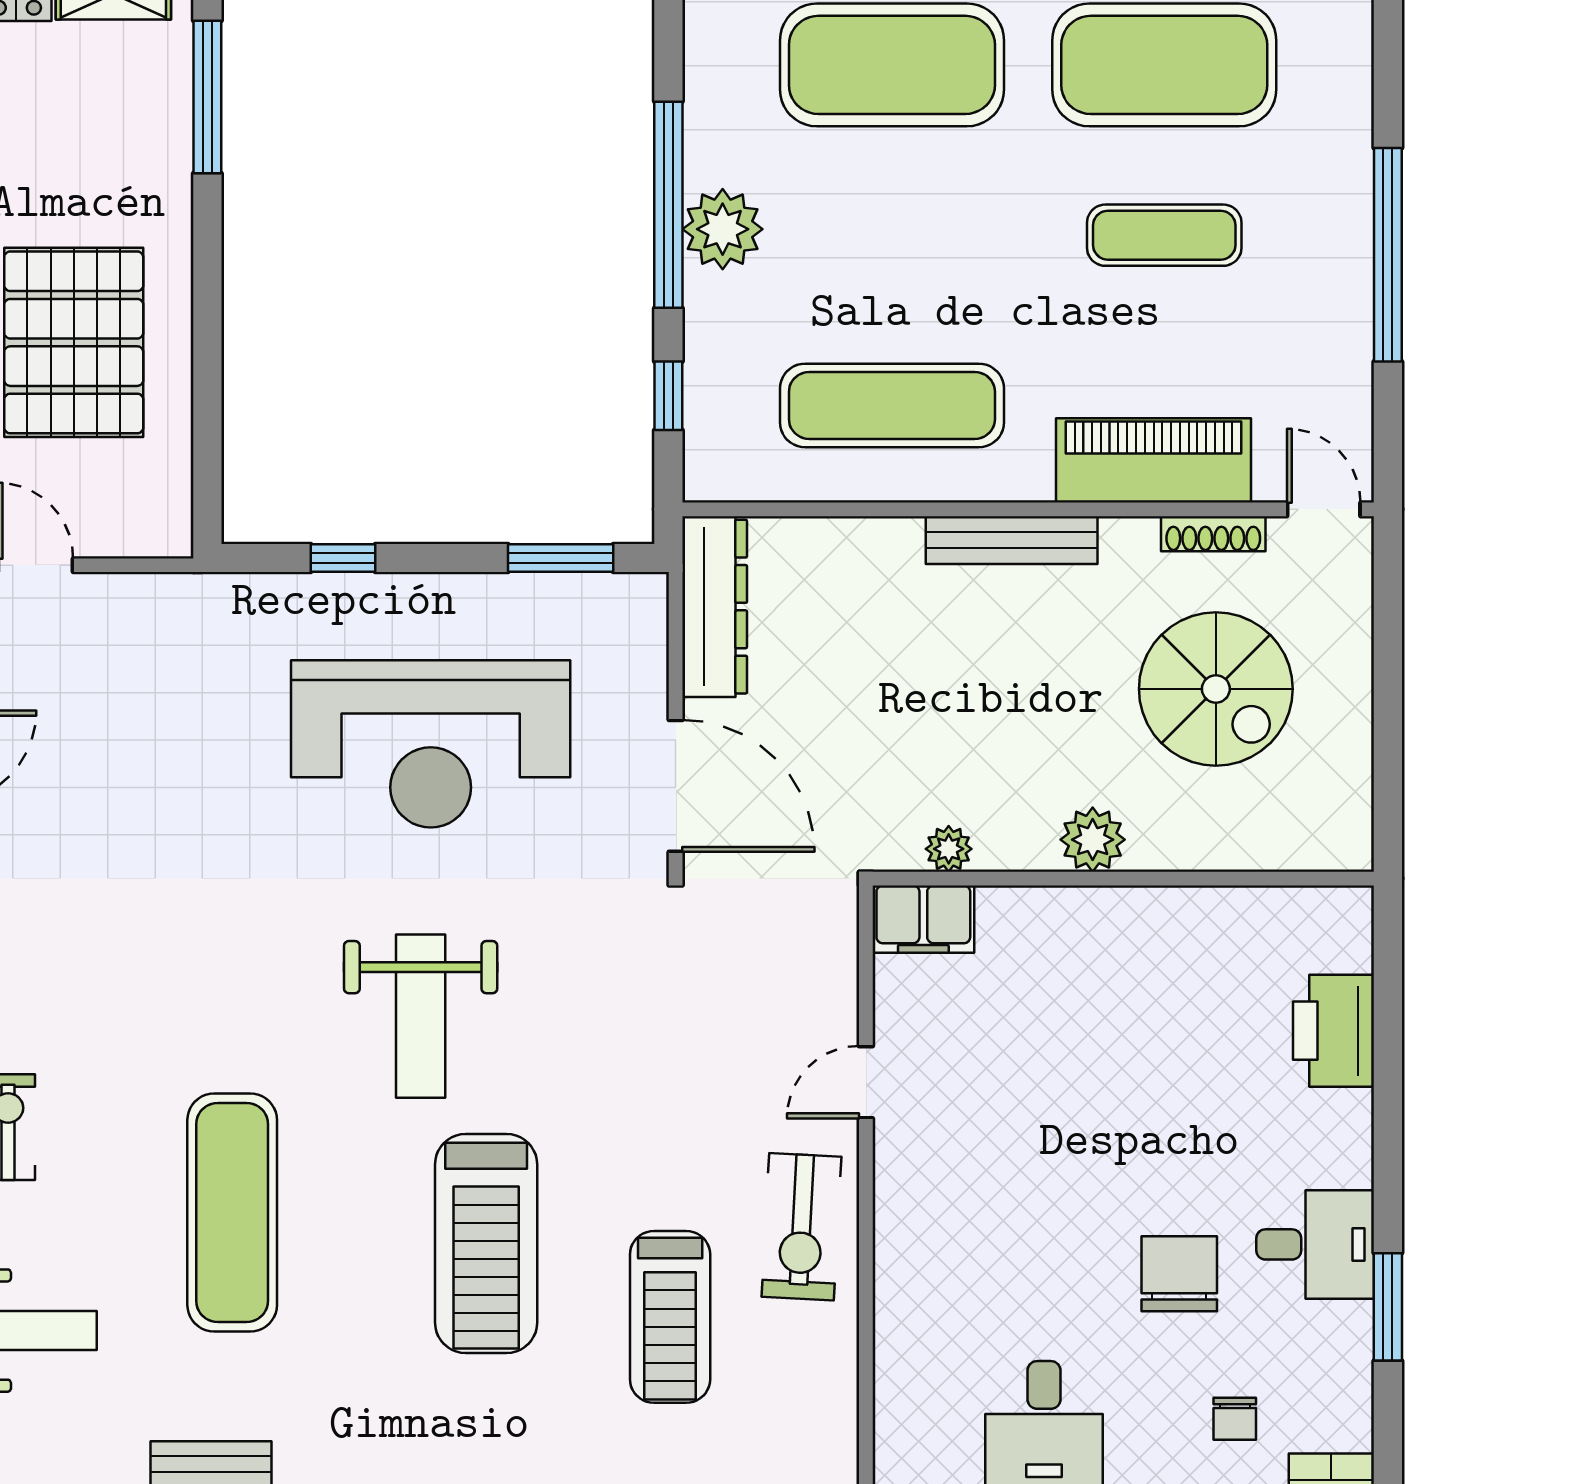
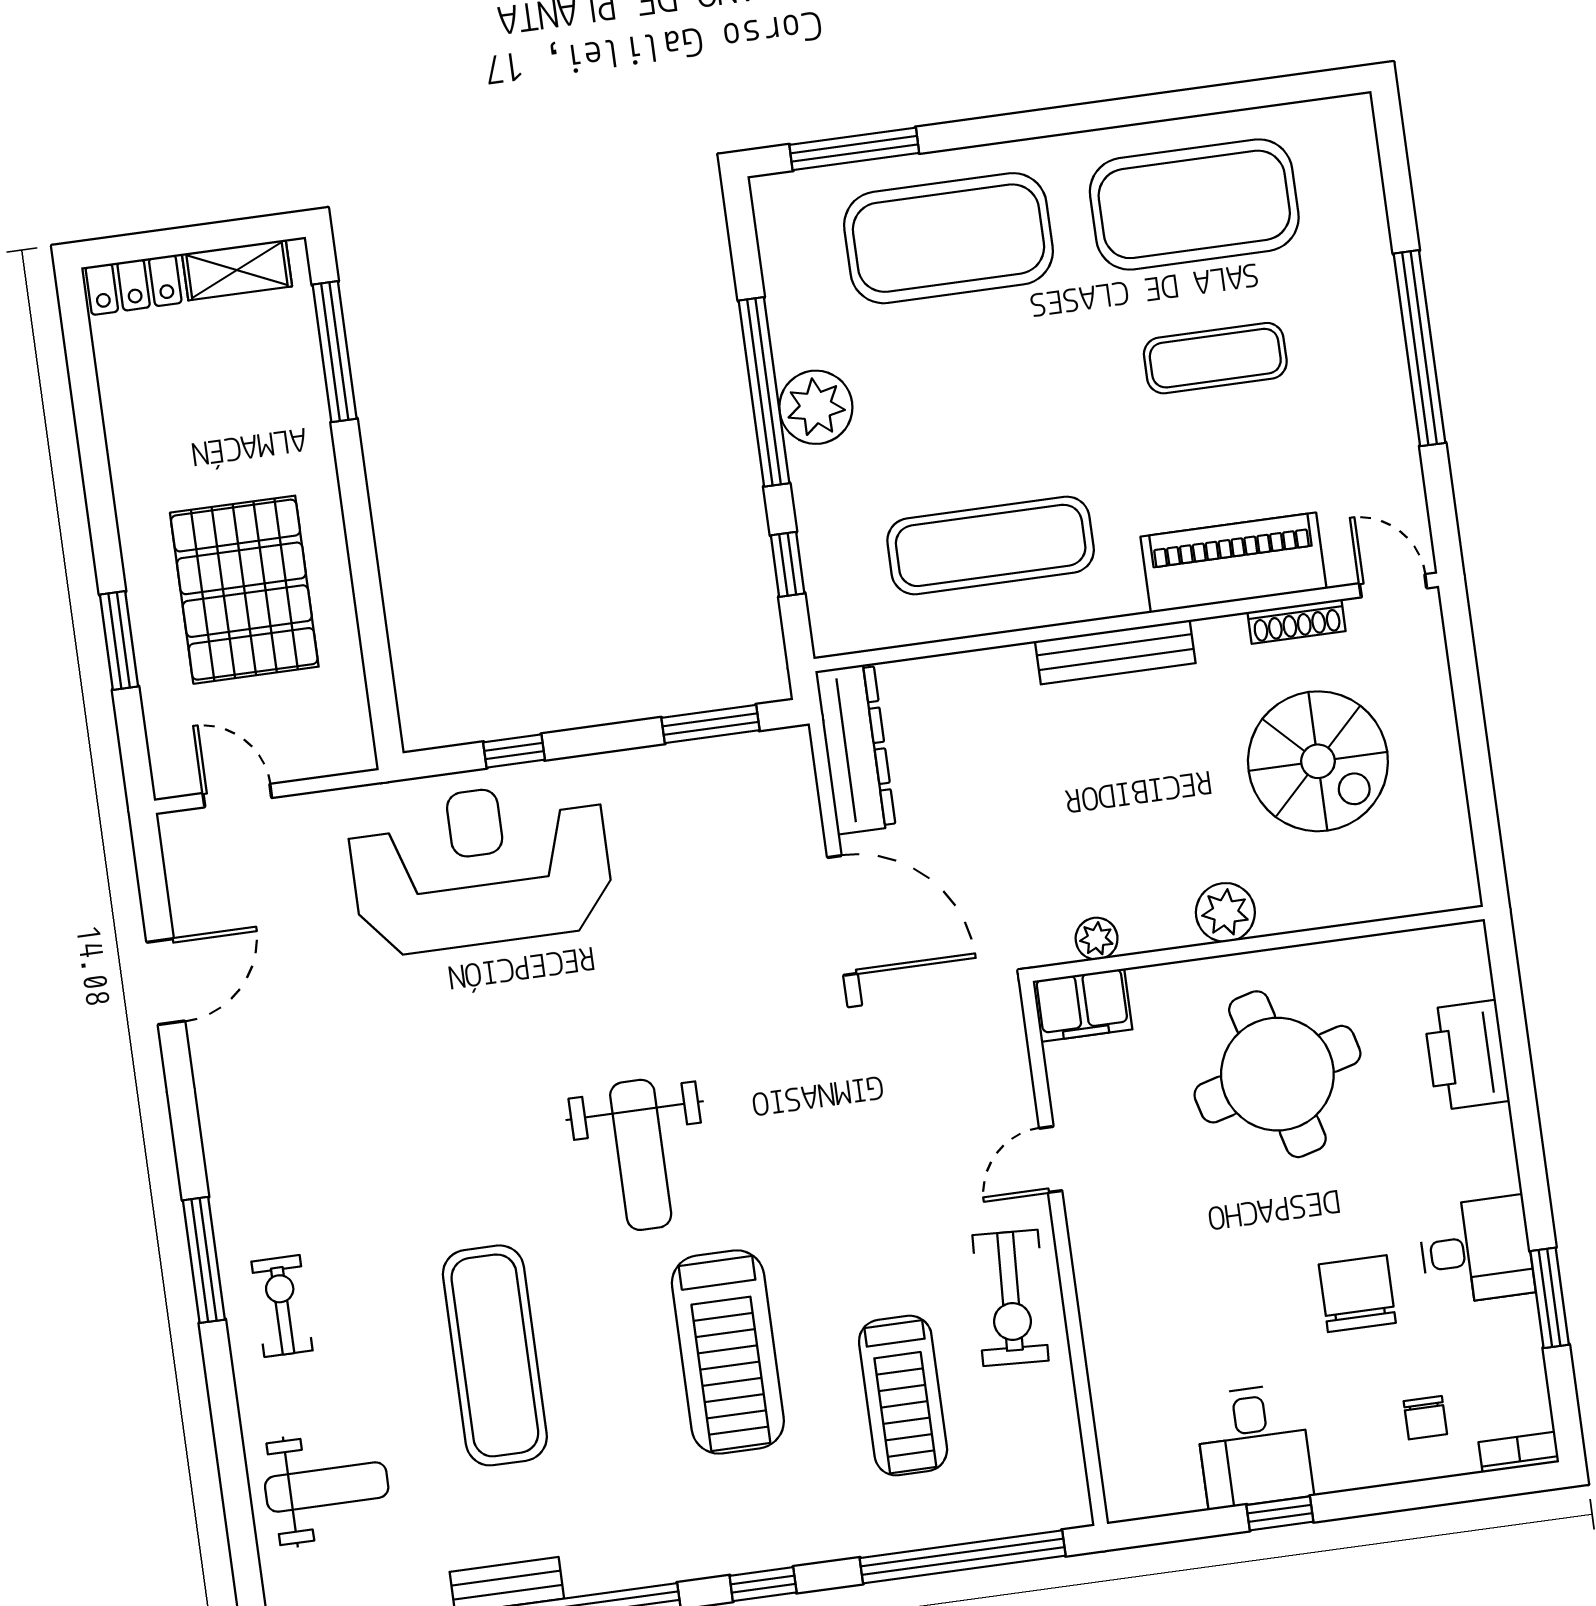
reception desk: (431, 744) -> (481, 867), moved, turned 180
round table: (1125, 1023) -> (1277, 1074), added

